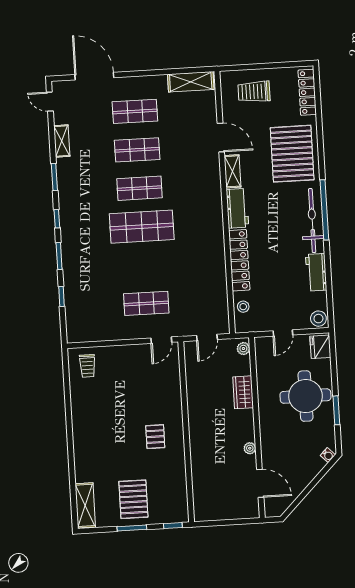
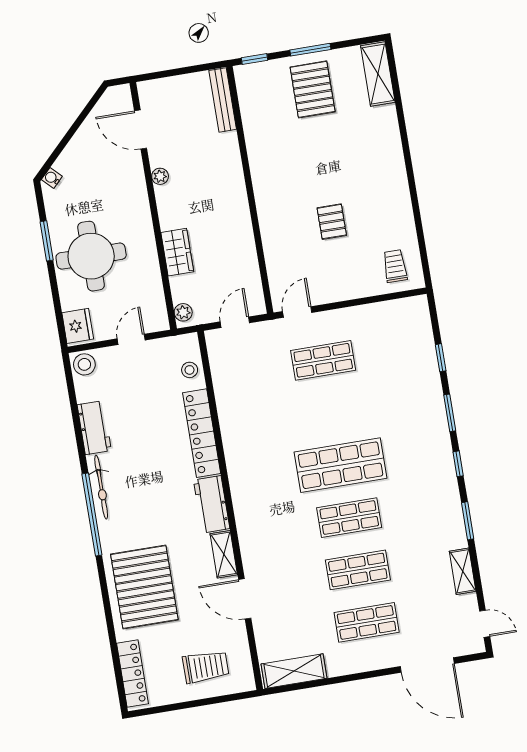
bicycle: (312, 221) -> (101, 487), width x0.73, depth x0.71
pallet: (155, 437) -> (332, 222), moved
bench: (199, 498) -> (223, 100), added

